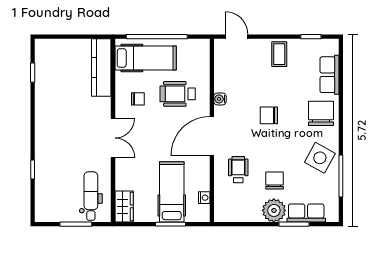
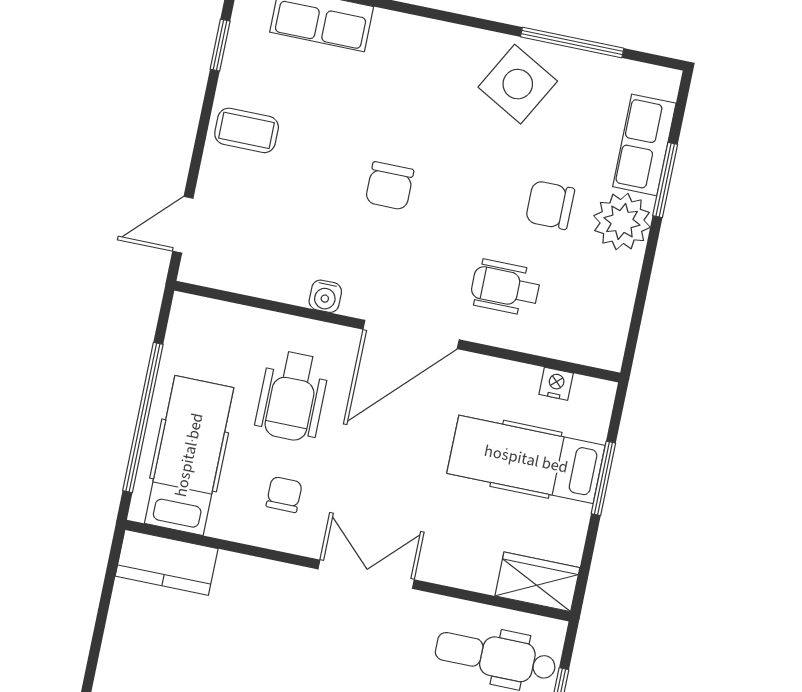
kitchen counter: (101, 68) -> (167, 562), width x0.67
chair: (321, 113) -> (411, 59), removed
door: (212, 136) -> (411, 334), hinge flipped

